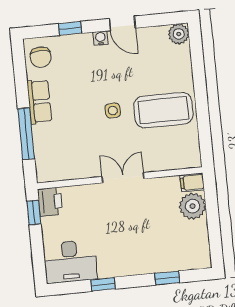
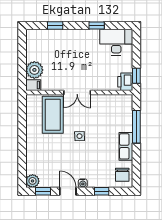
window: (161, 20) -> (43, 191), added
chair: (41, 57) -> (122, 175), turned 180
coffee table: (163, 110) -> (53, 115), moved, turned 90

